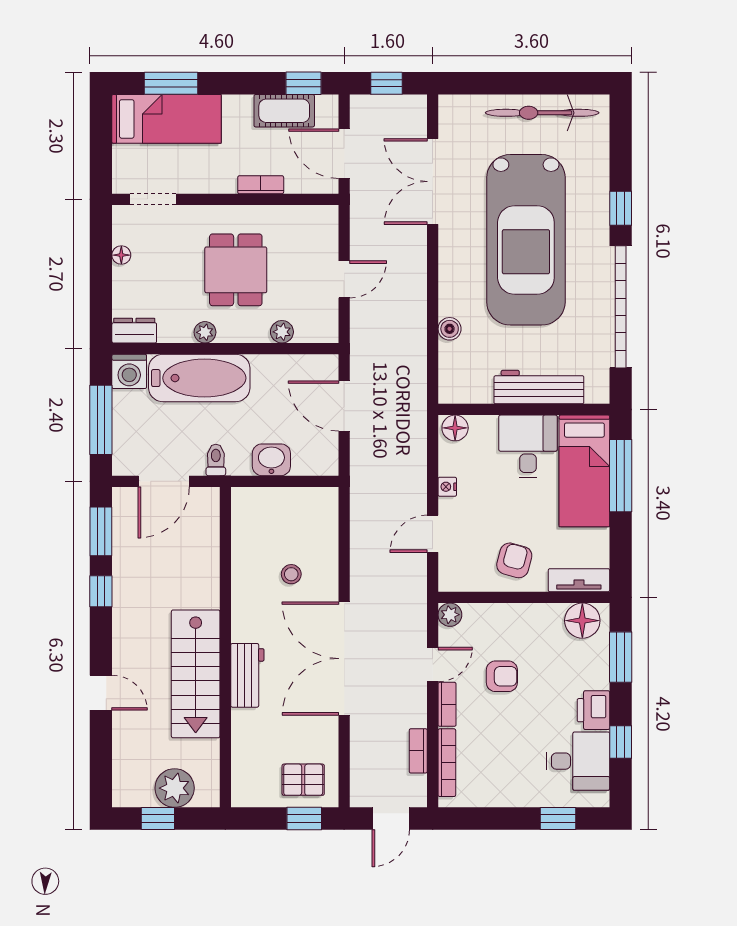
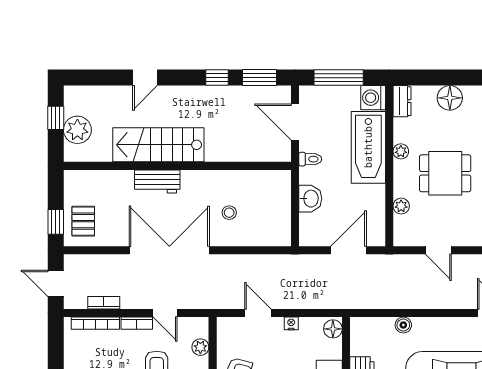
floor lamp: (121, 255) -> (450, 98), width x1.89, depth x1.89
plant: (450, 615) -> (200, 347), moved

